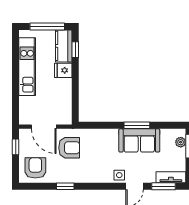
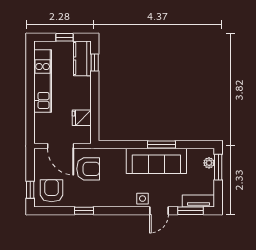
window: (47, 26) -> (64, 37), width x0.46
fridge: (63, 70) -> (82, 118), moved
sofa: (139, 140) -> (156, 161), width x1.36
window: (16, 147) -> (30, 190), moved

